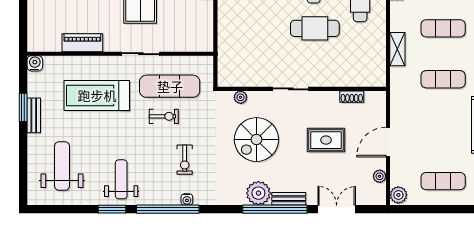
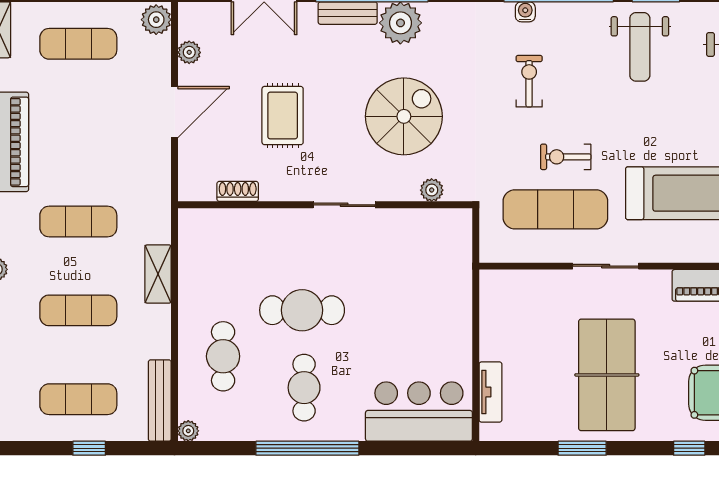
rug: (326, 140) -> (283, 116), turned 90

